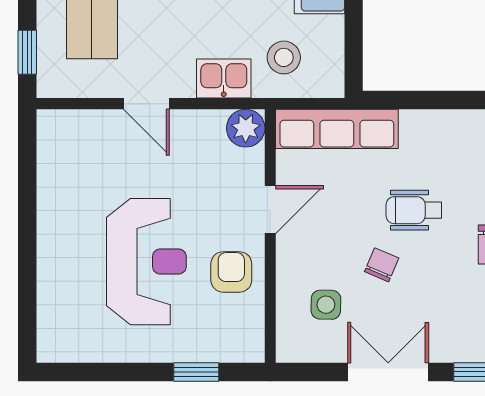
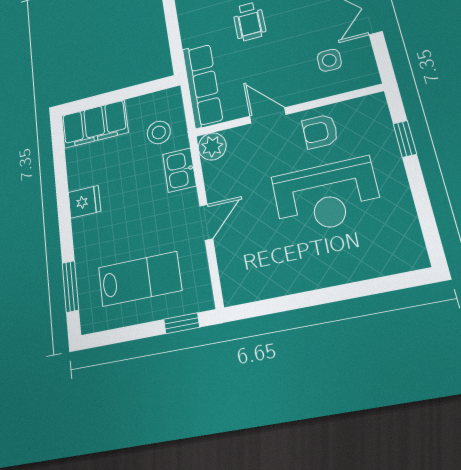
reception desk: (146, 262) -> (326, 196), turned 180
chair: (382, 265) -> (292, 31), removed

